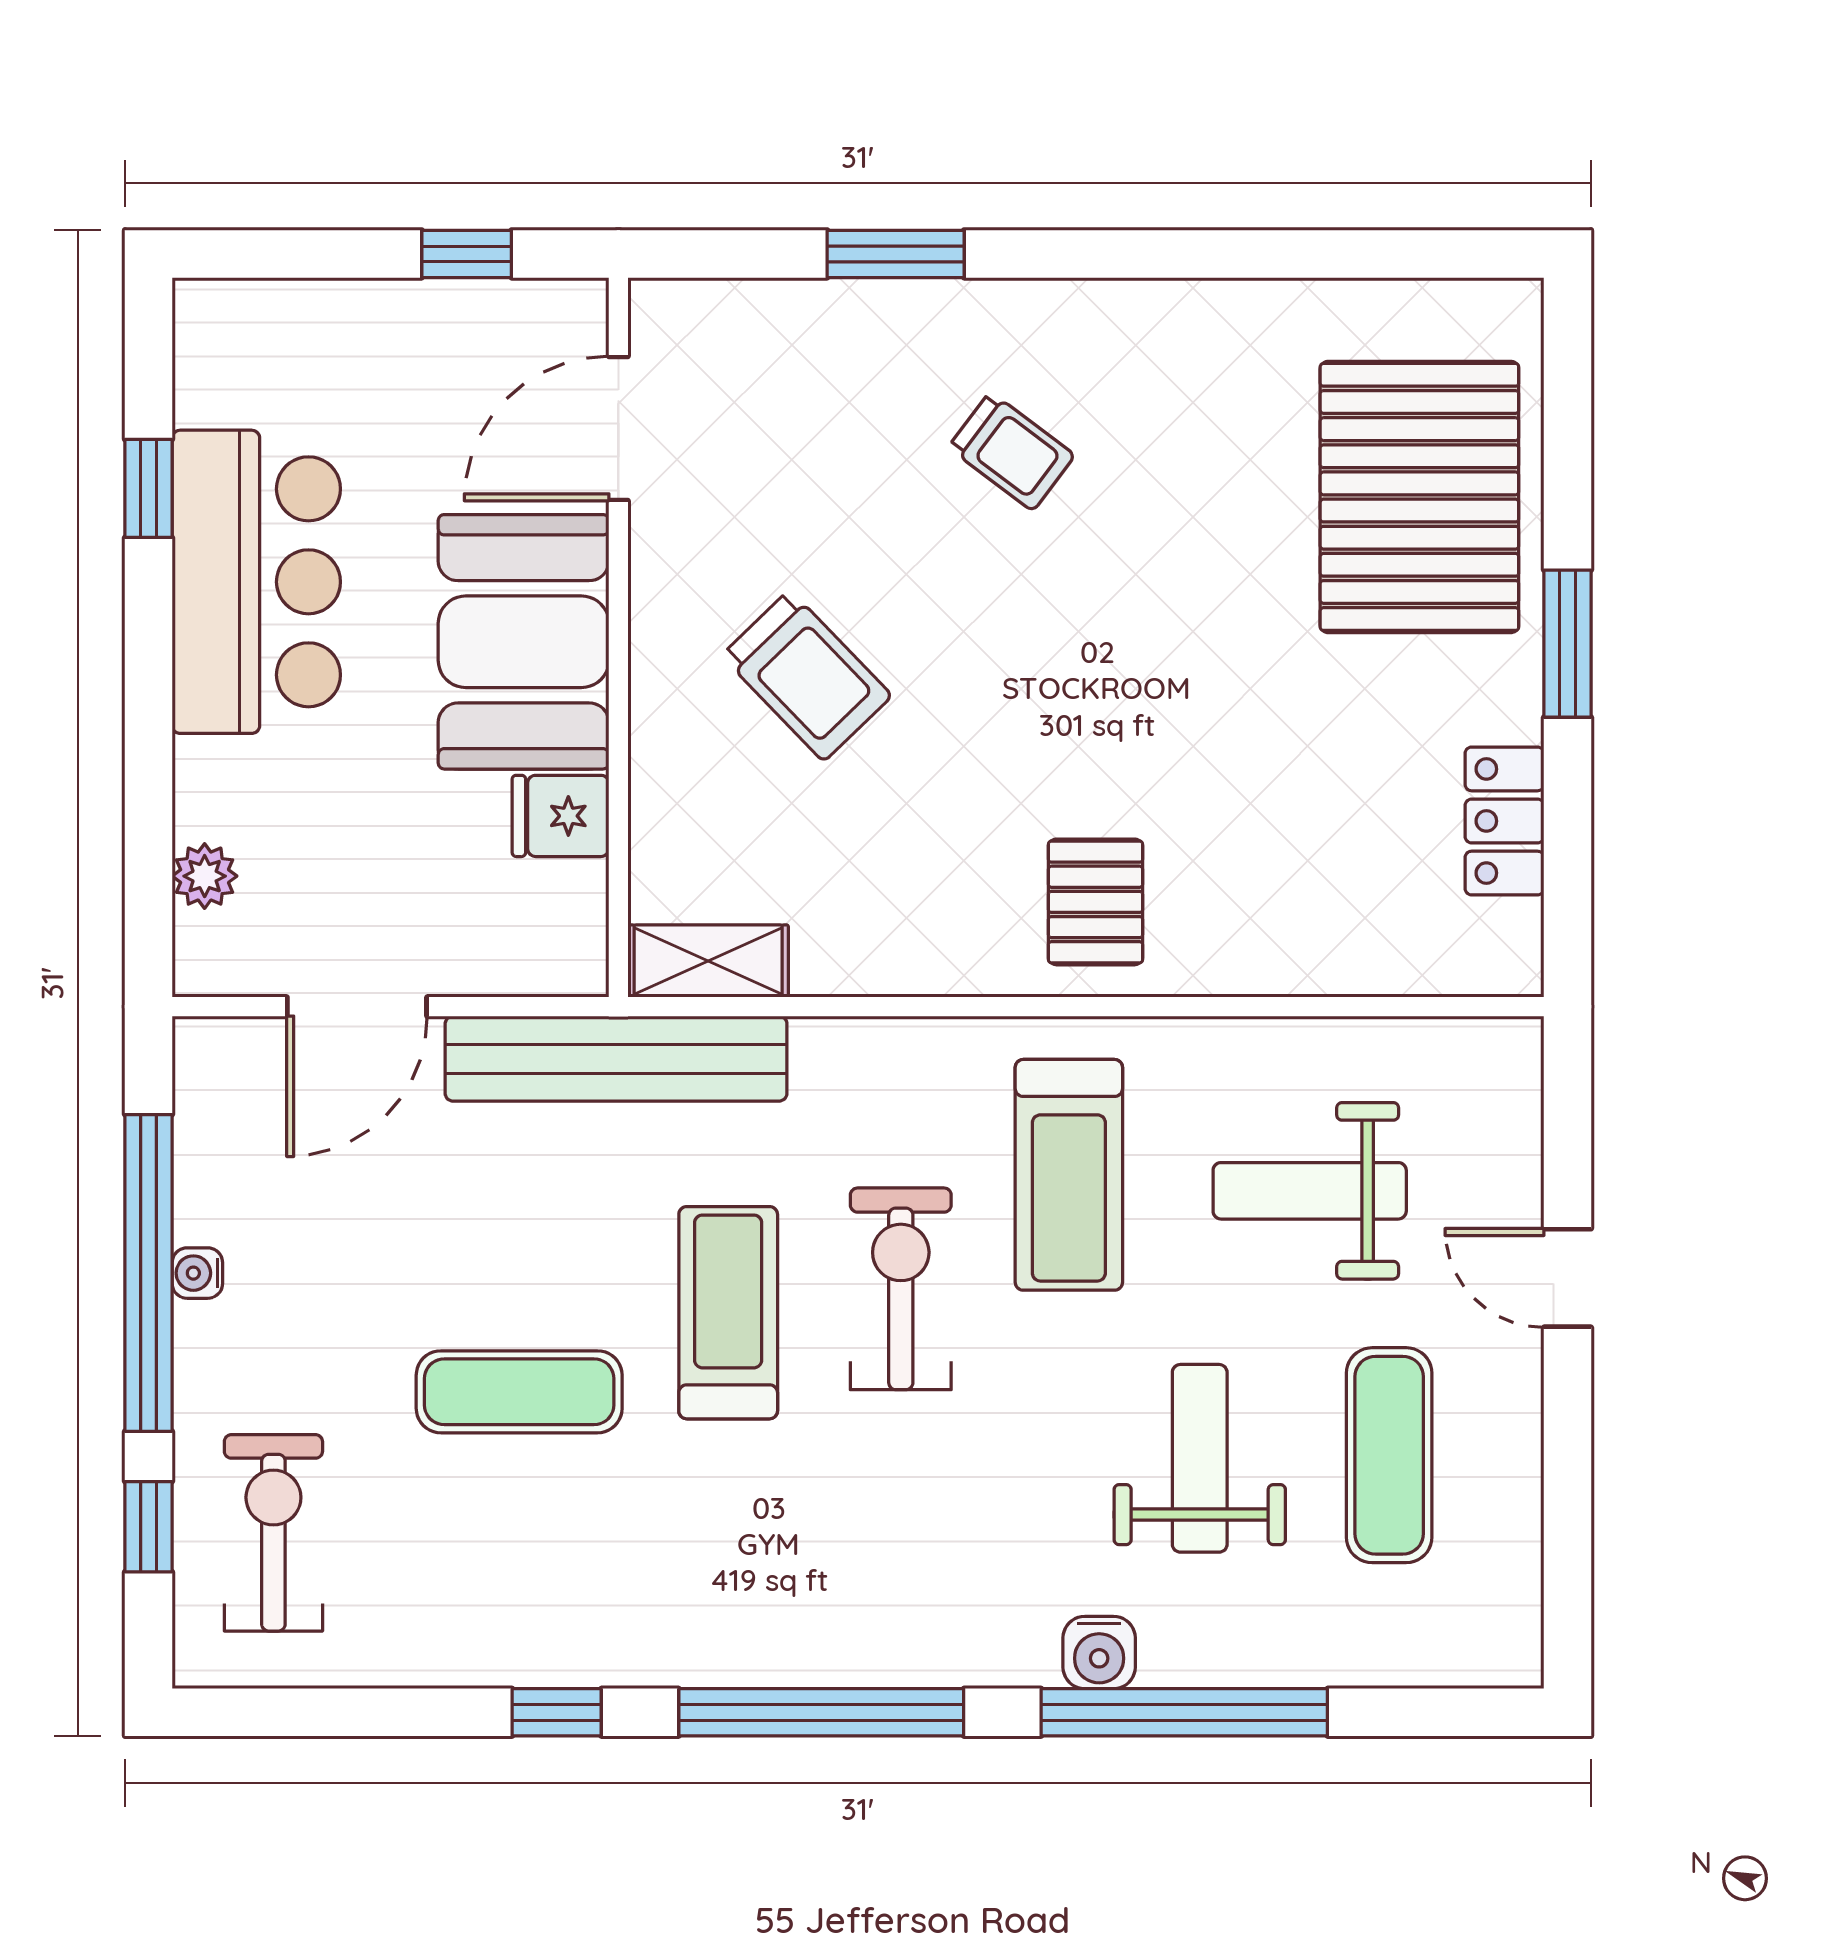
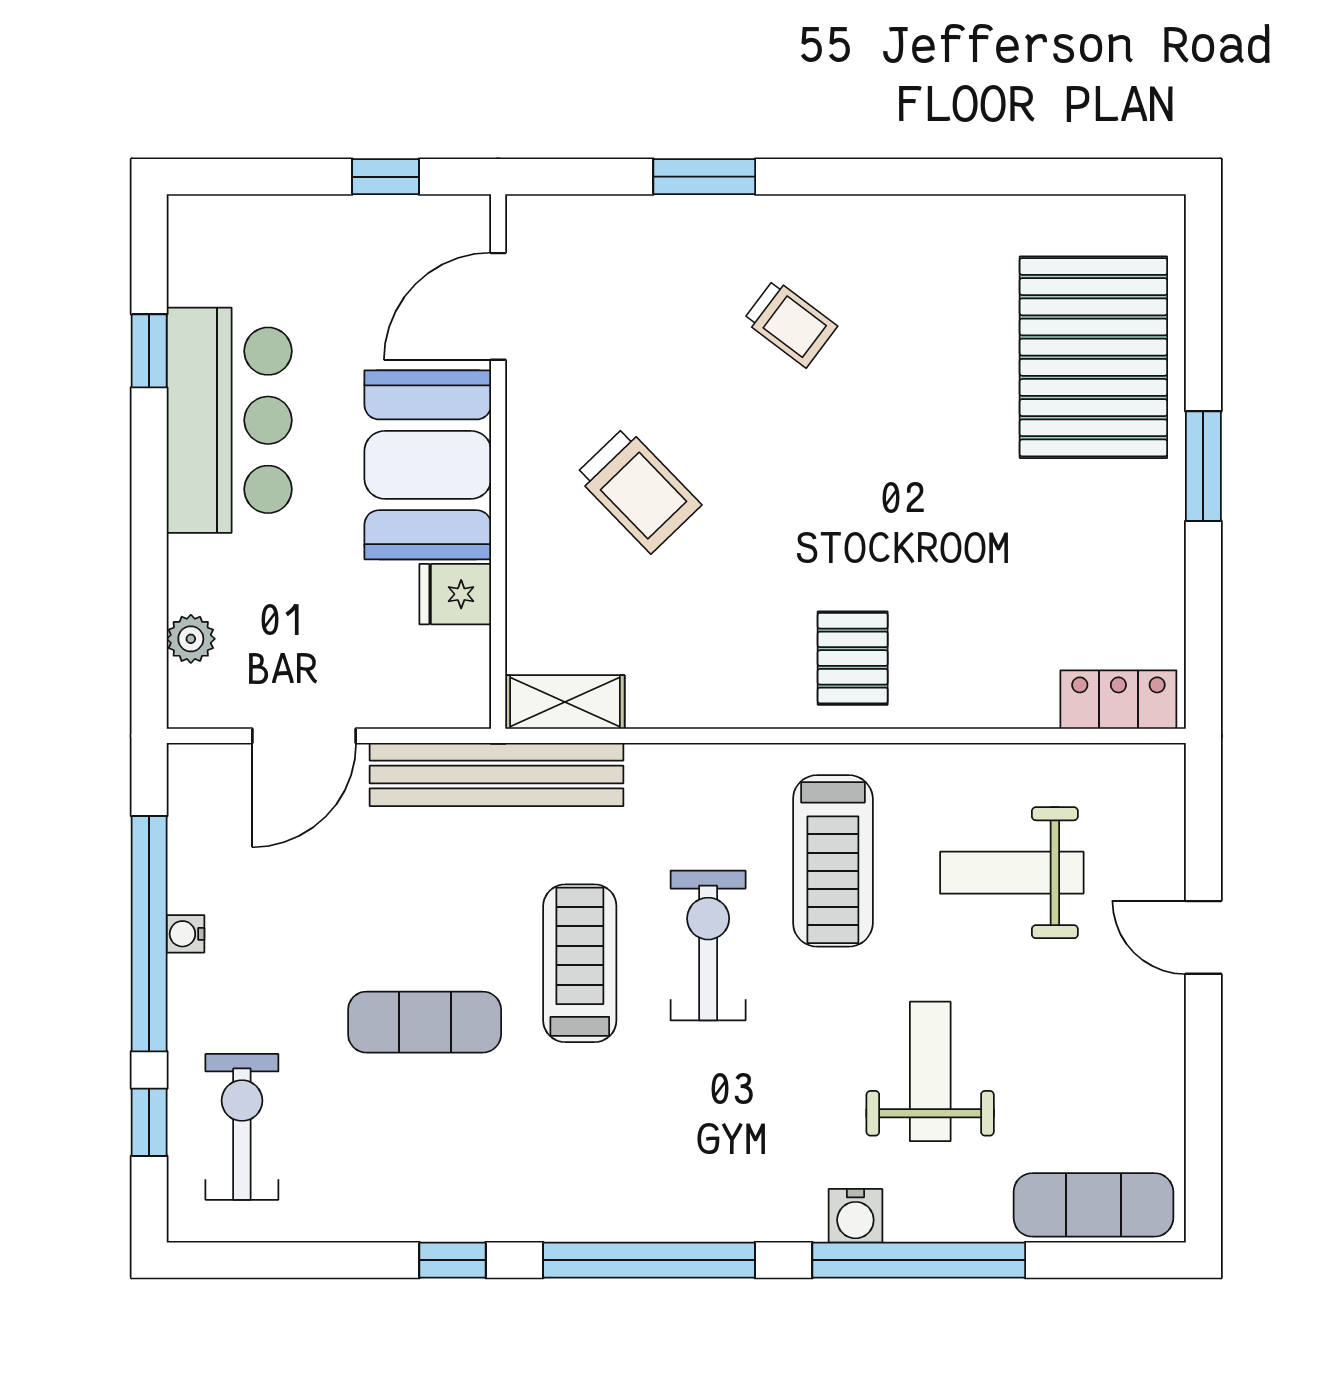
locker: (1505, 821) -> (1118, 700), moved, turned 90
exercise mat: (1389, 1455) -> (1093, 1205), moved, turned 90

